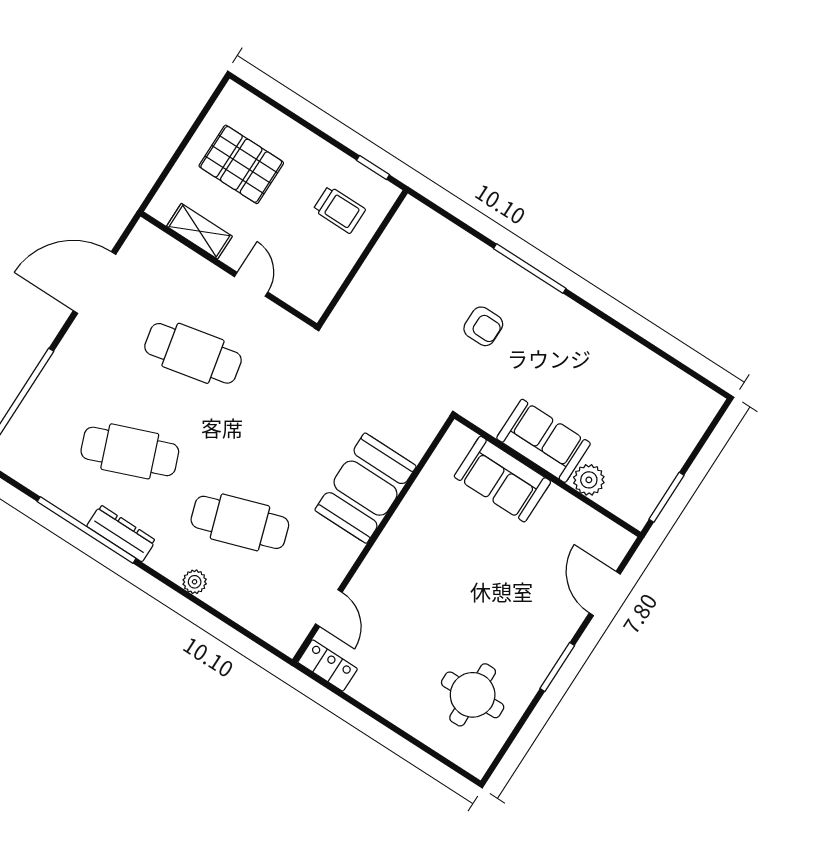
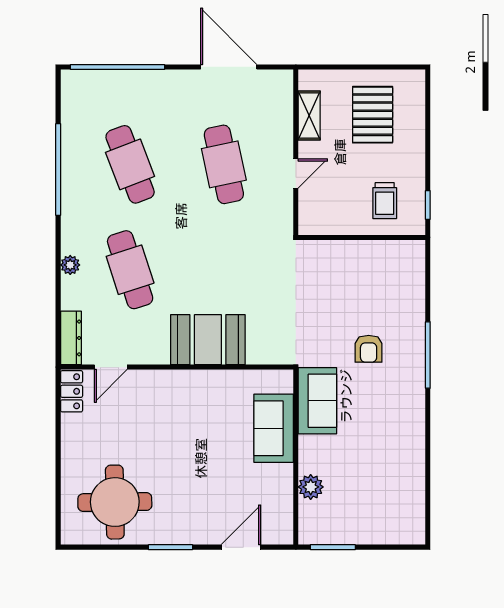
sofa: (544, 441) -> (317, 401), moved
dresser: (121, 533) -> (71, 338), moved
round table: (473, 695) -> (115, 502), width x1.36, depth x1.36

